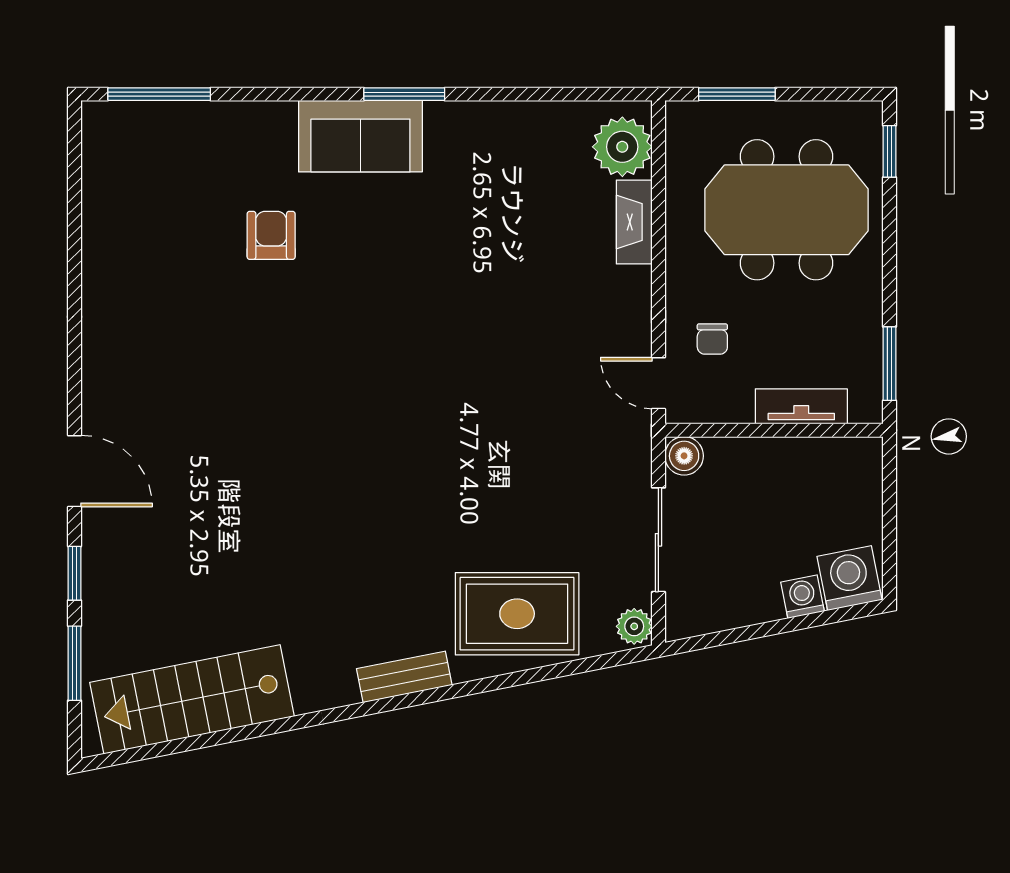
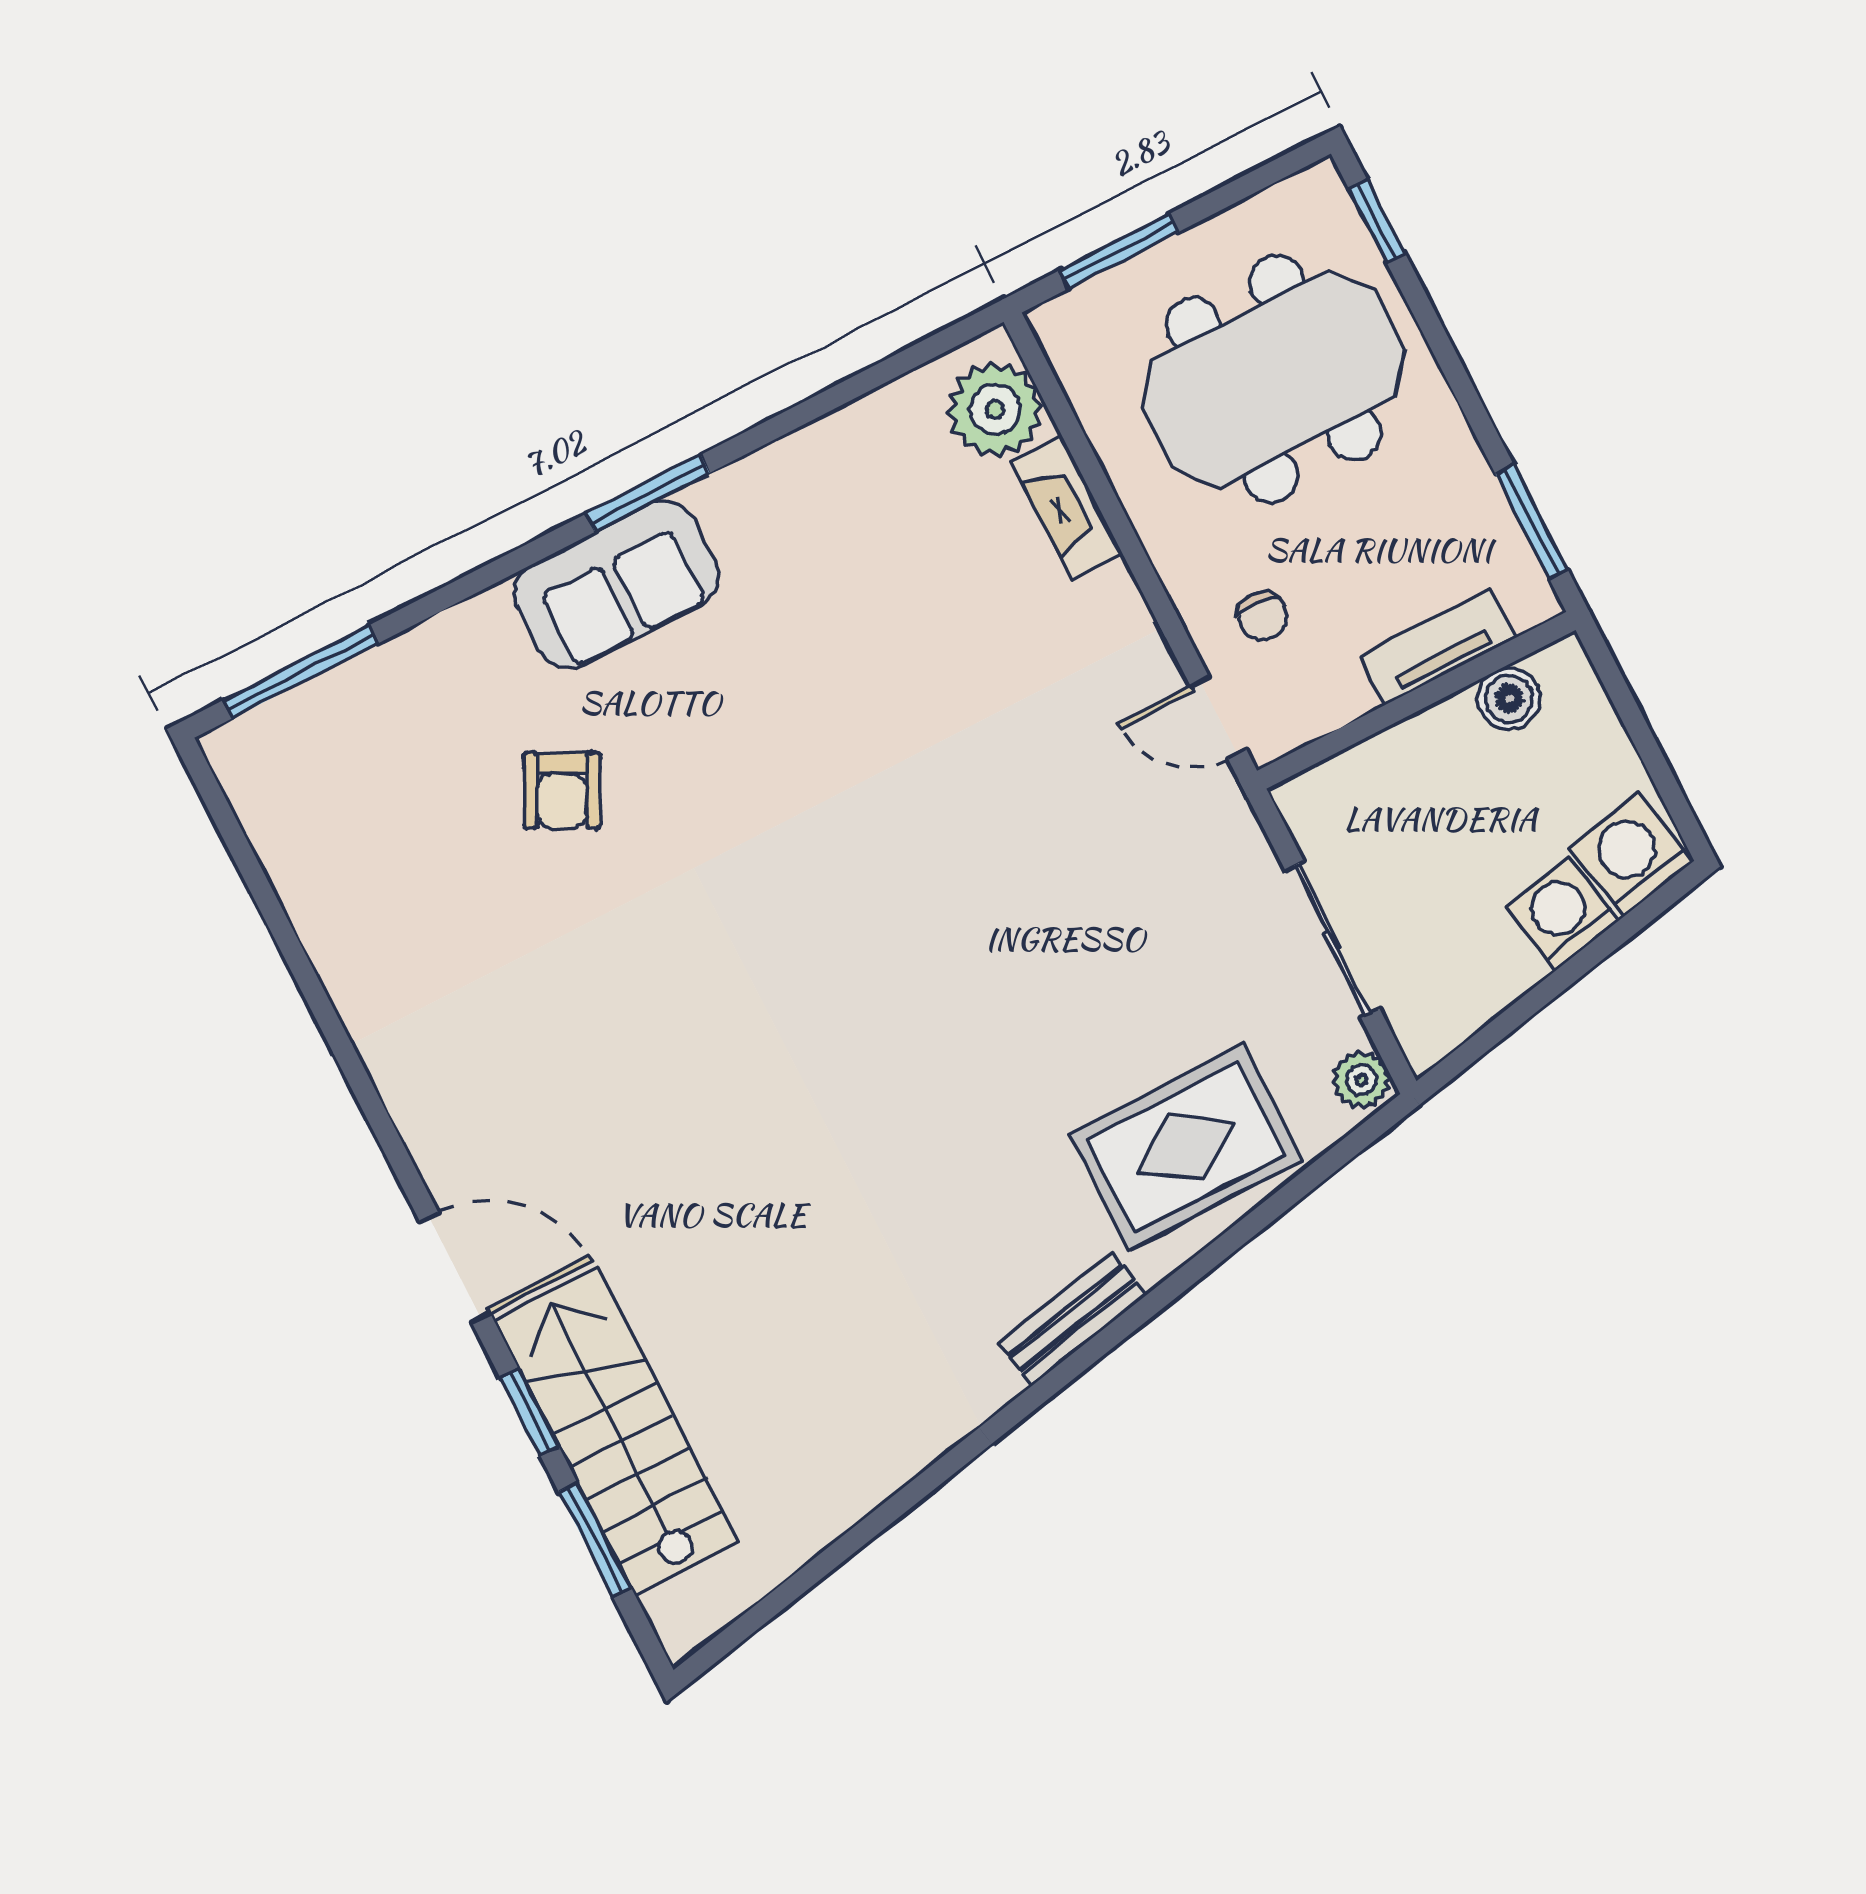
armchair: (271, 235) -> (562, 790), turned -153
boiler: (684, 456) -> (1509, 699), moved
washing machine: (803, 597) -> (1562, 914), width x1.38, depth x1.38
stairs: (192, 699) -> (616, 1432), moved, turned 101

